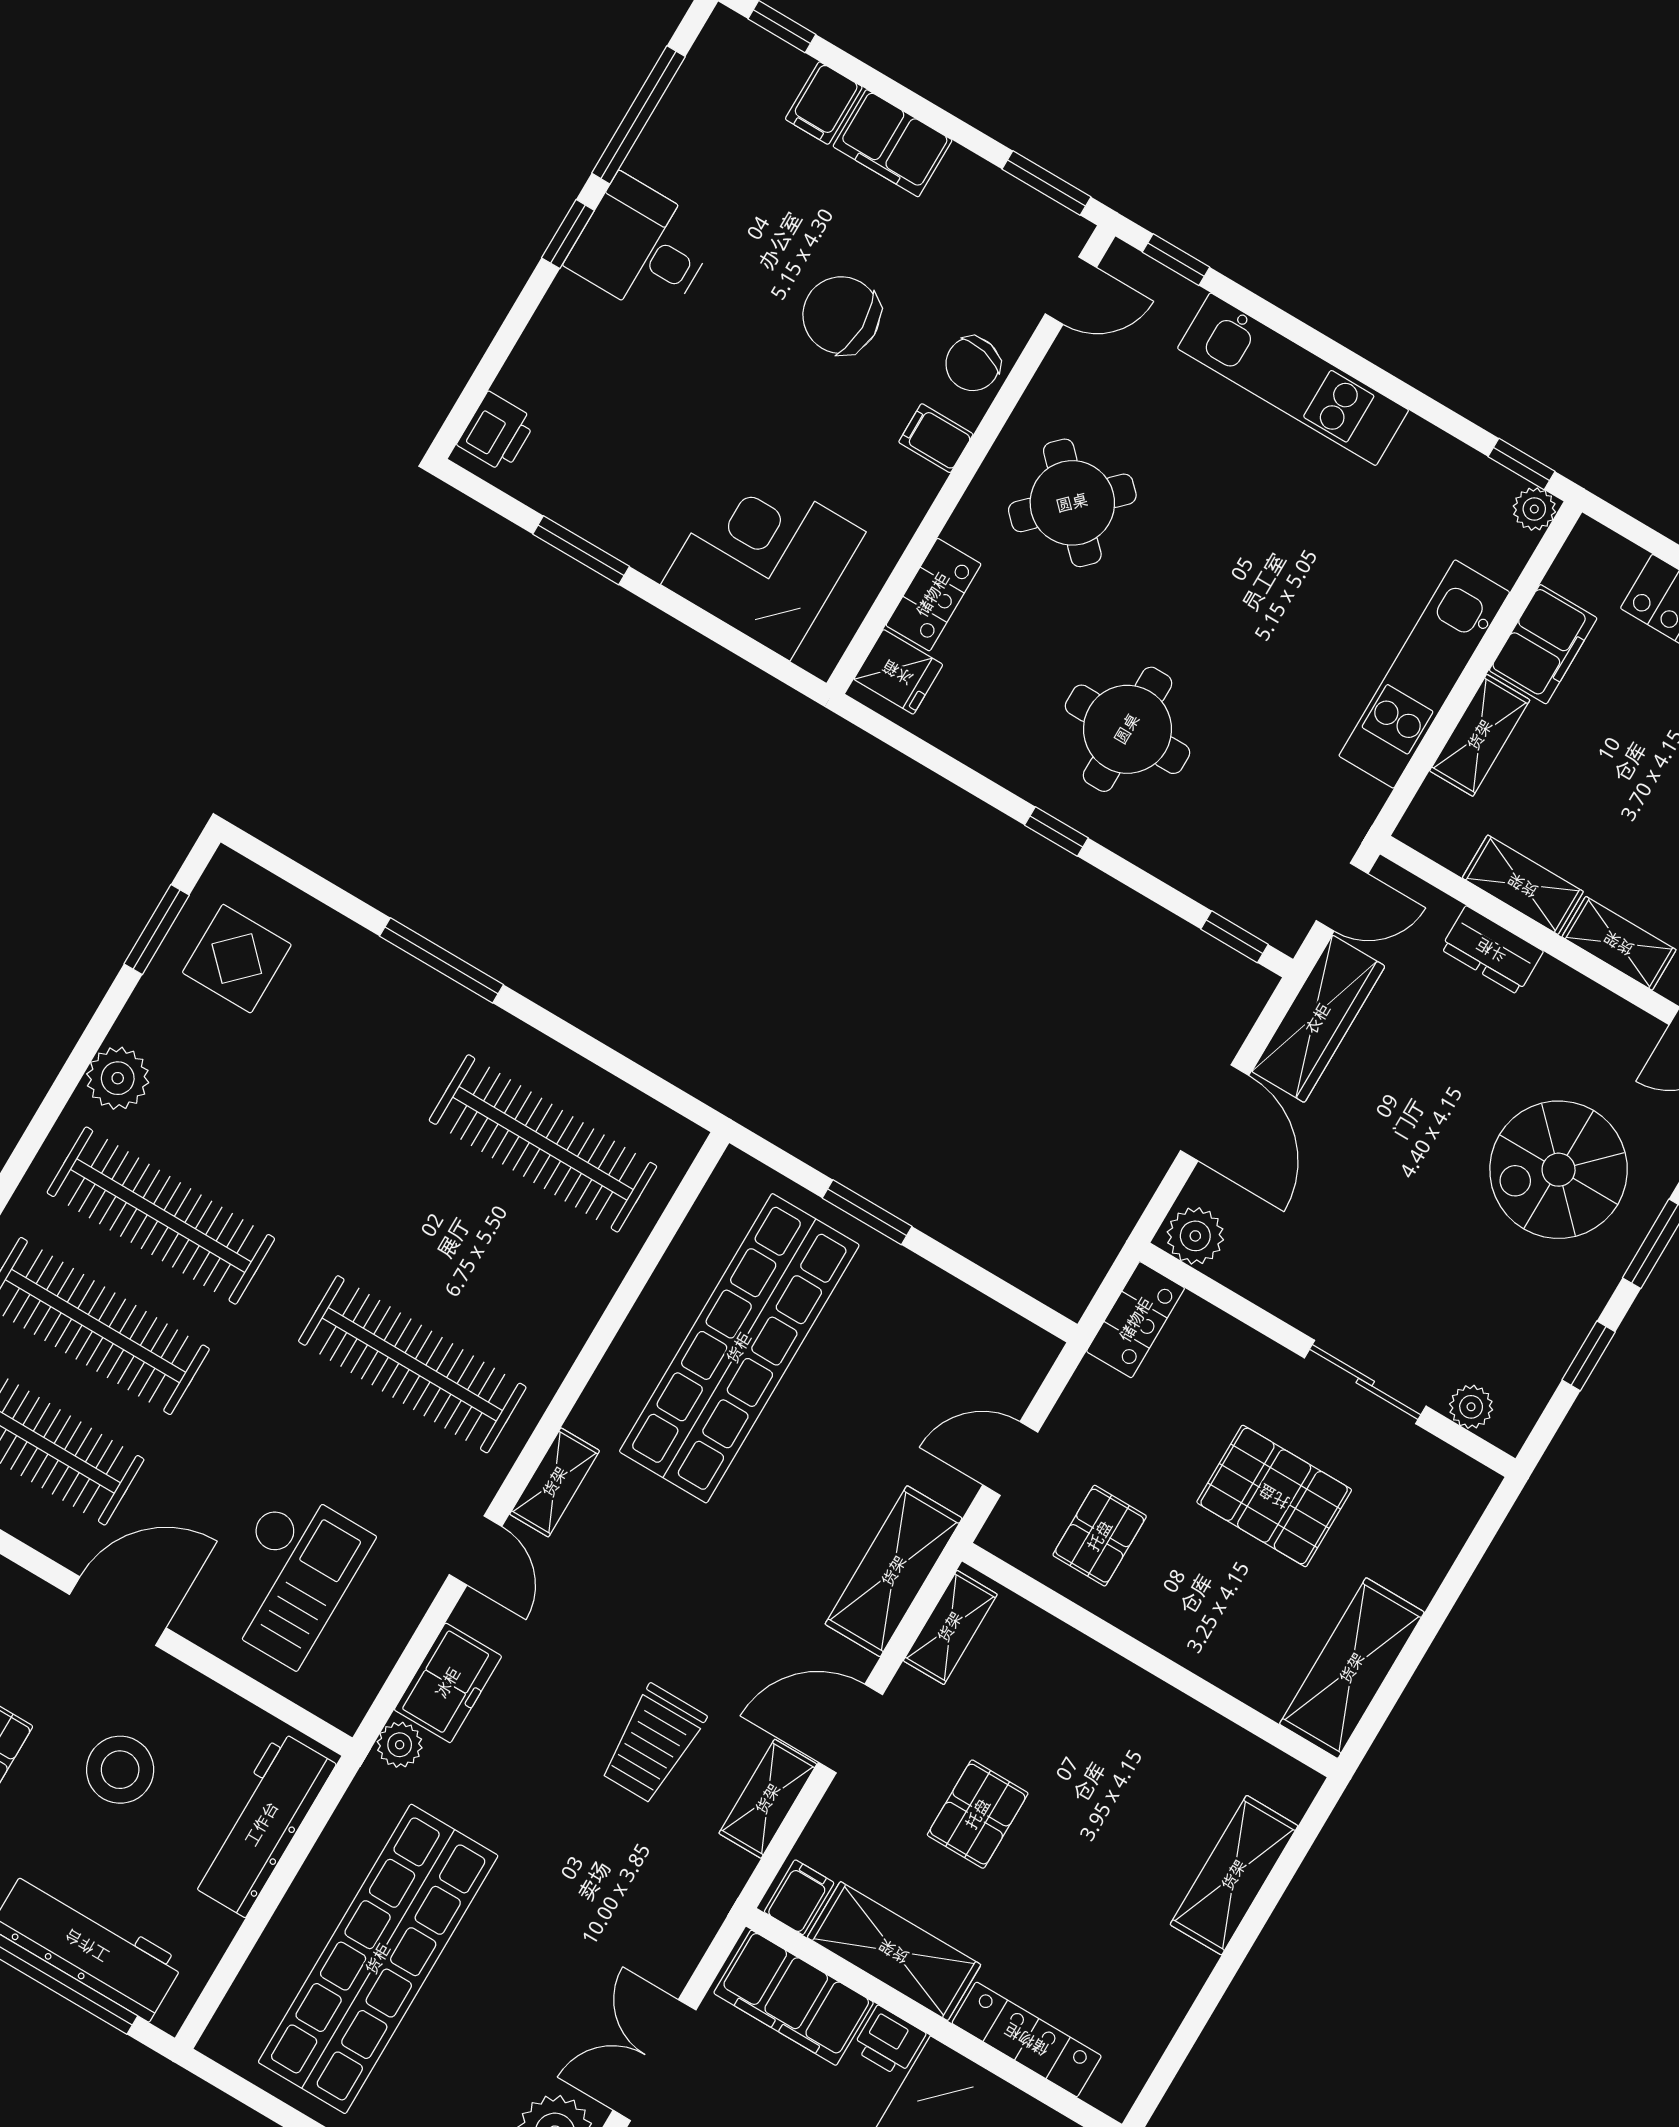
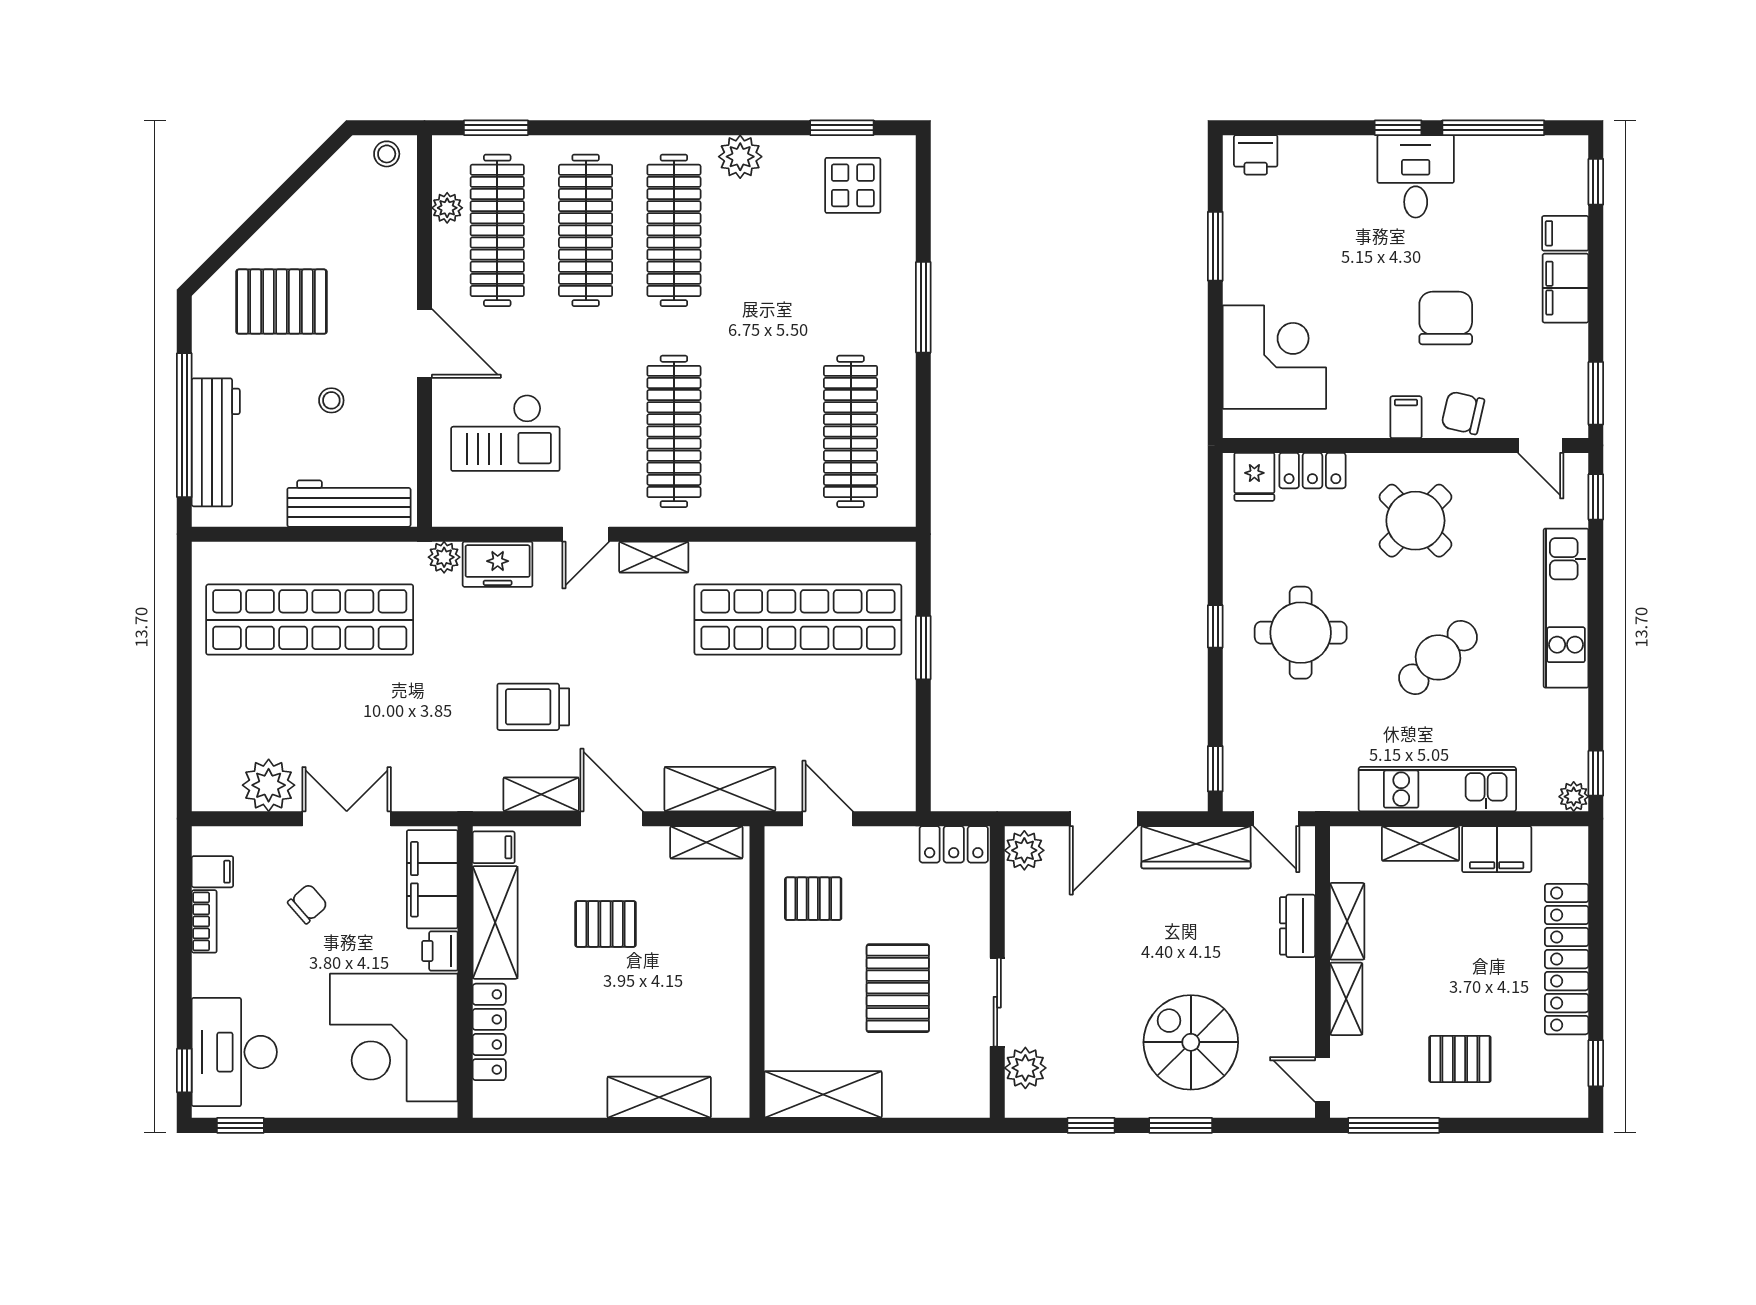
cafe table: (1260, 576) -> (1438, 657), added
plant: (1471, 1407) -> (1025, 1068), width x1.38, depth x1.38
stool: (120, 1770) -> (331, 400), width x0.53, depth x0.53

